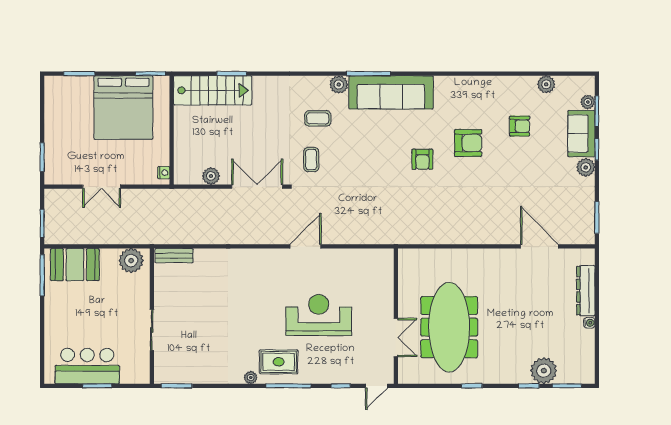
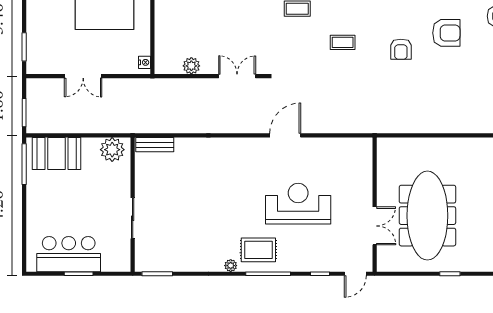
coffee table: (311, 160) -> (343, 42), moved, turned 90
double door: (257, 187) -> (237, 76), width x0.73

